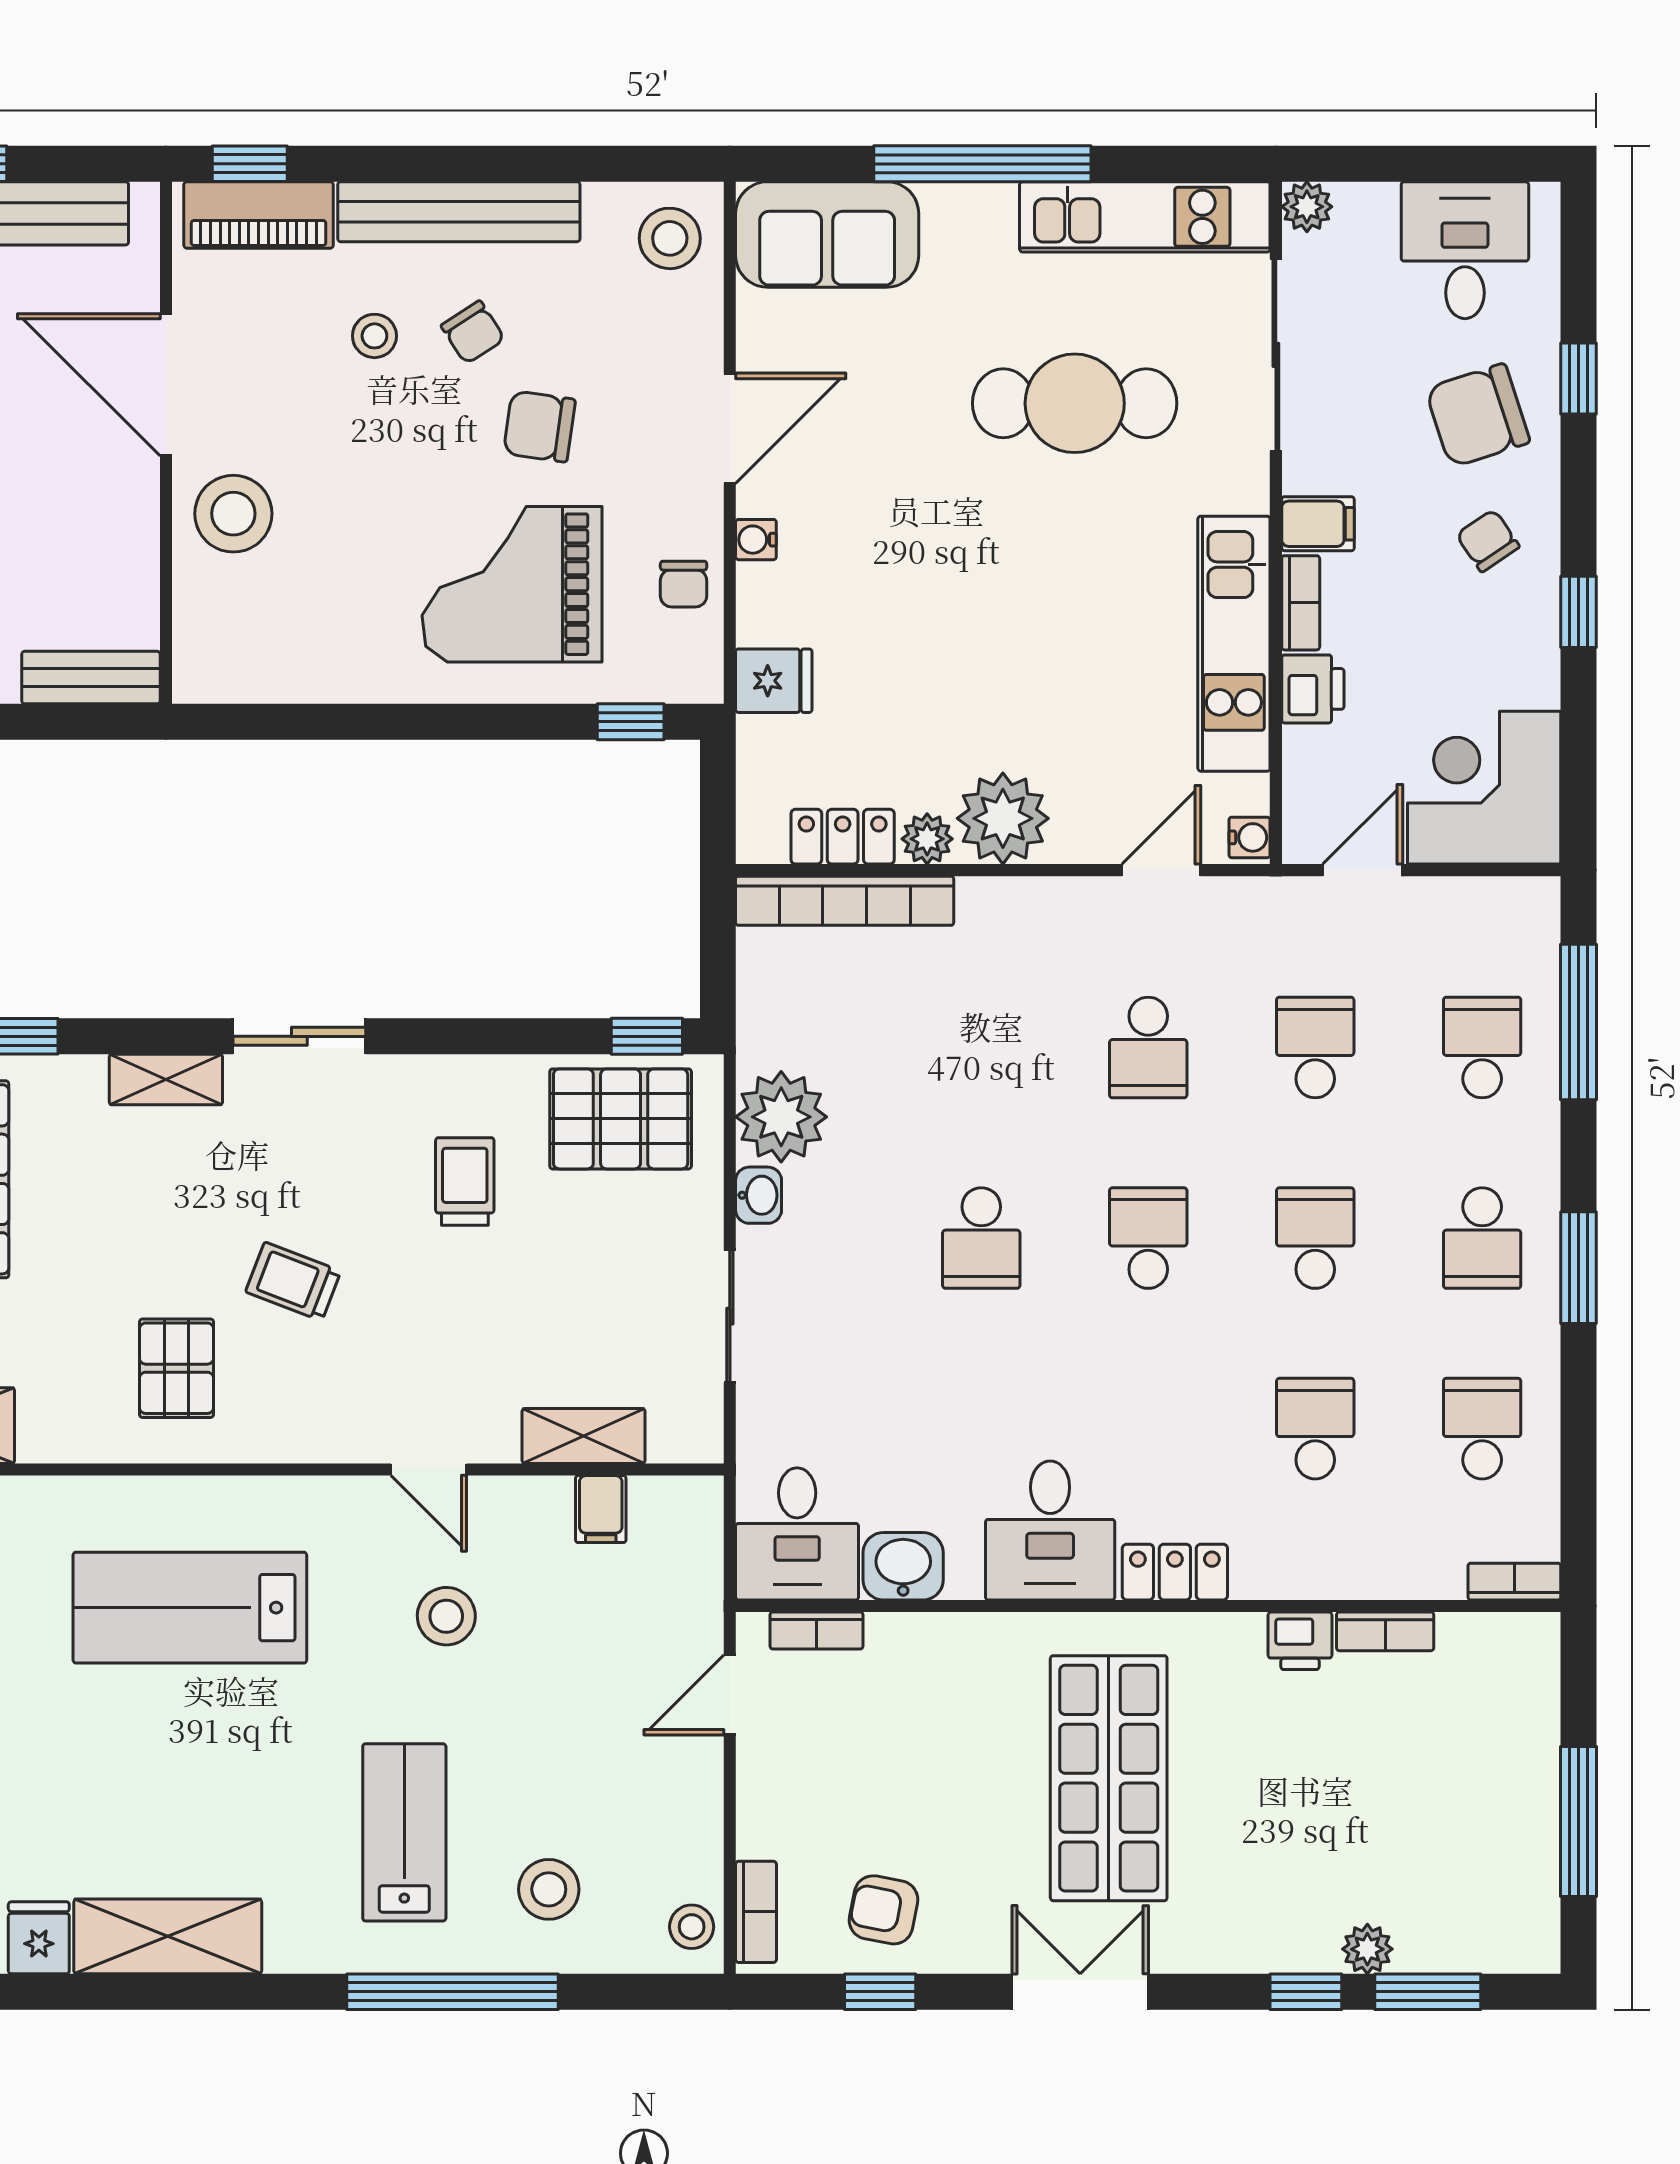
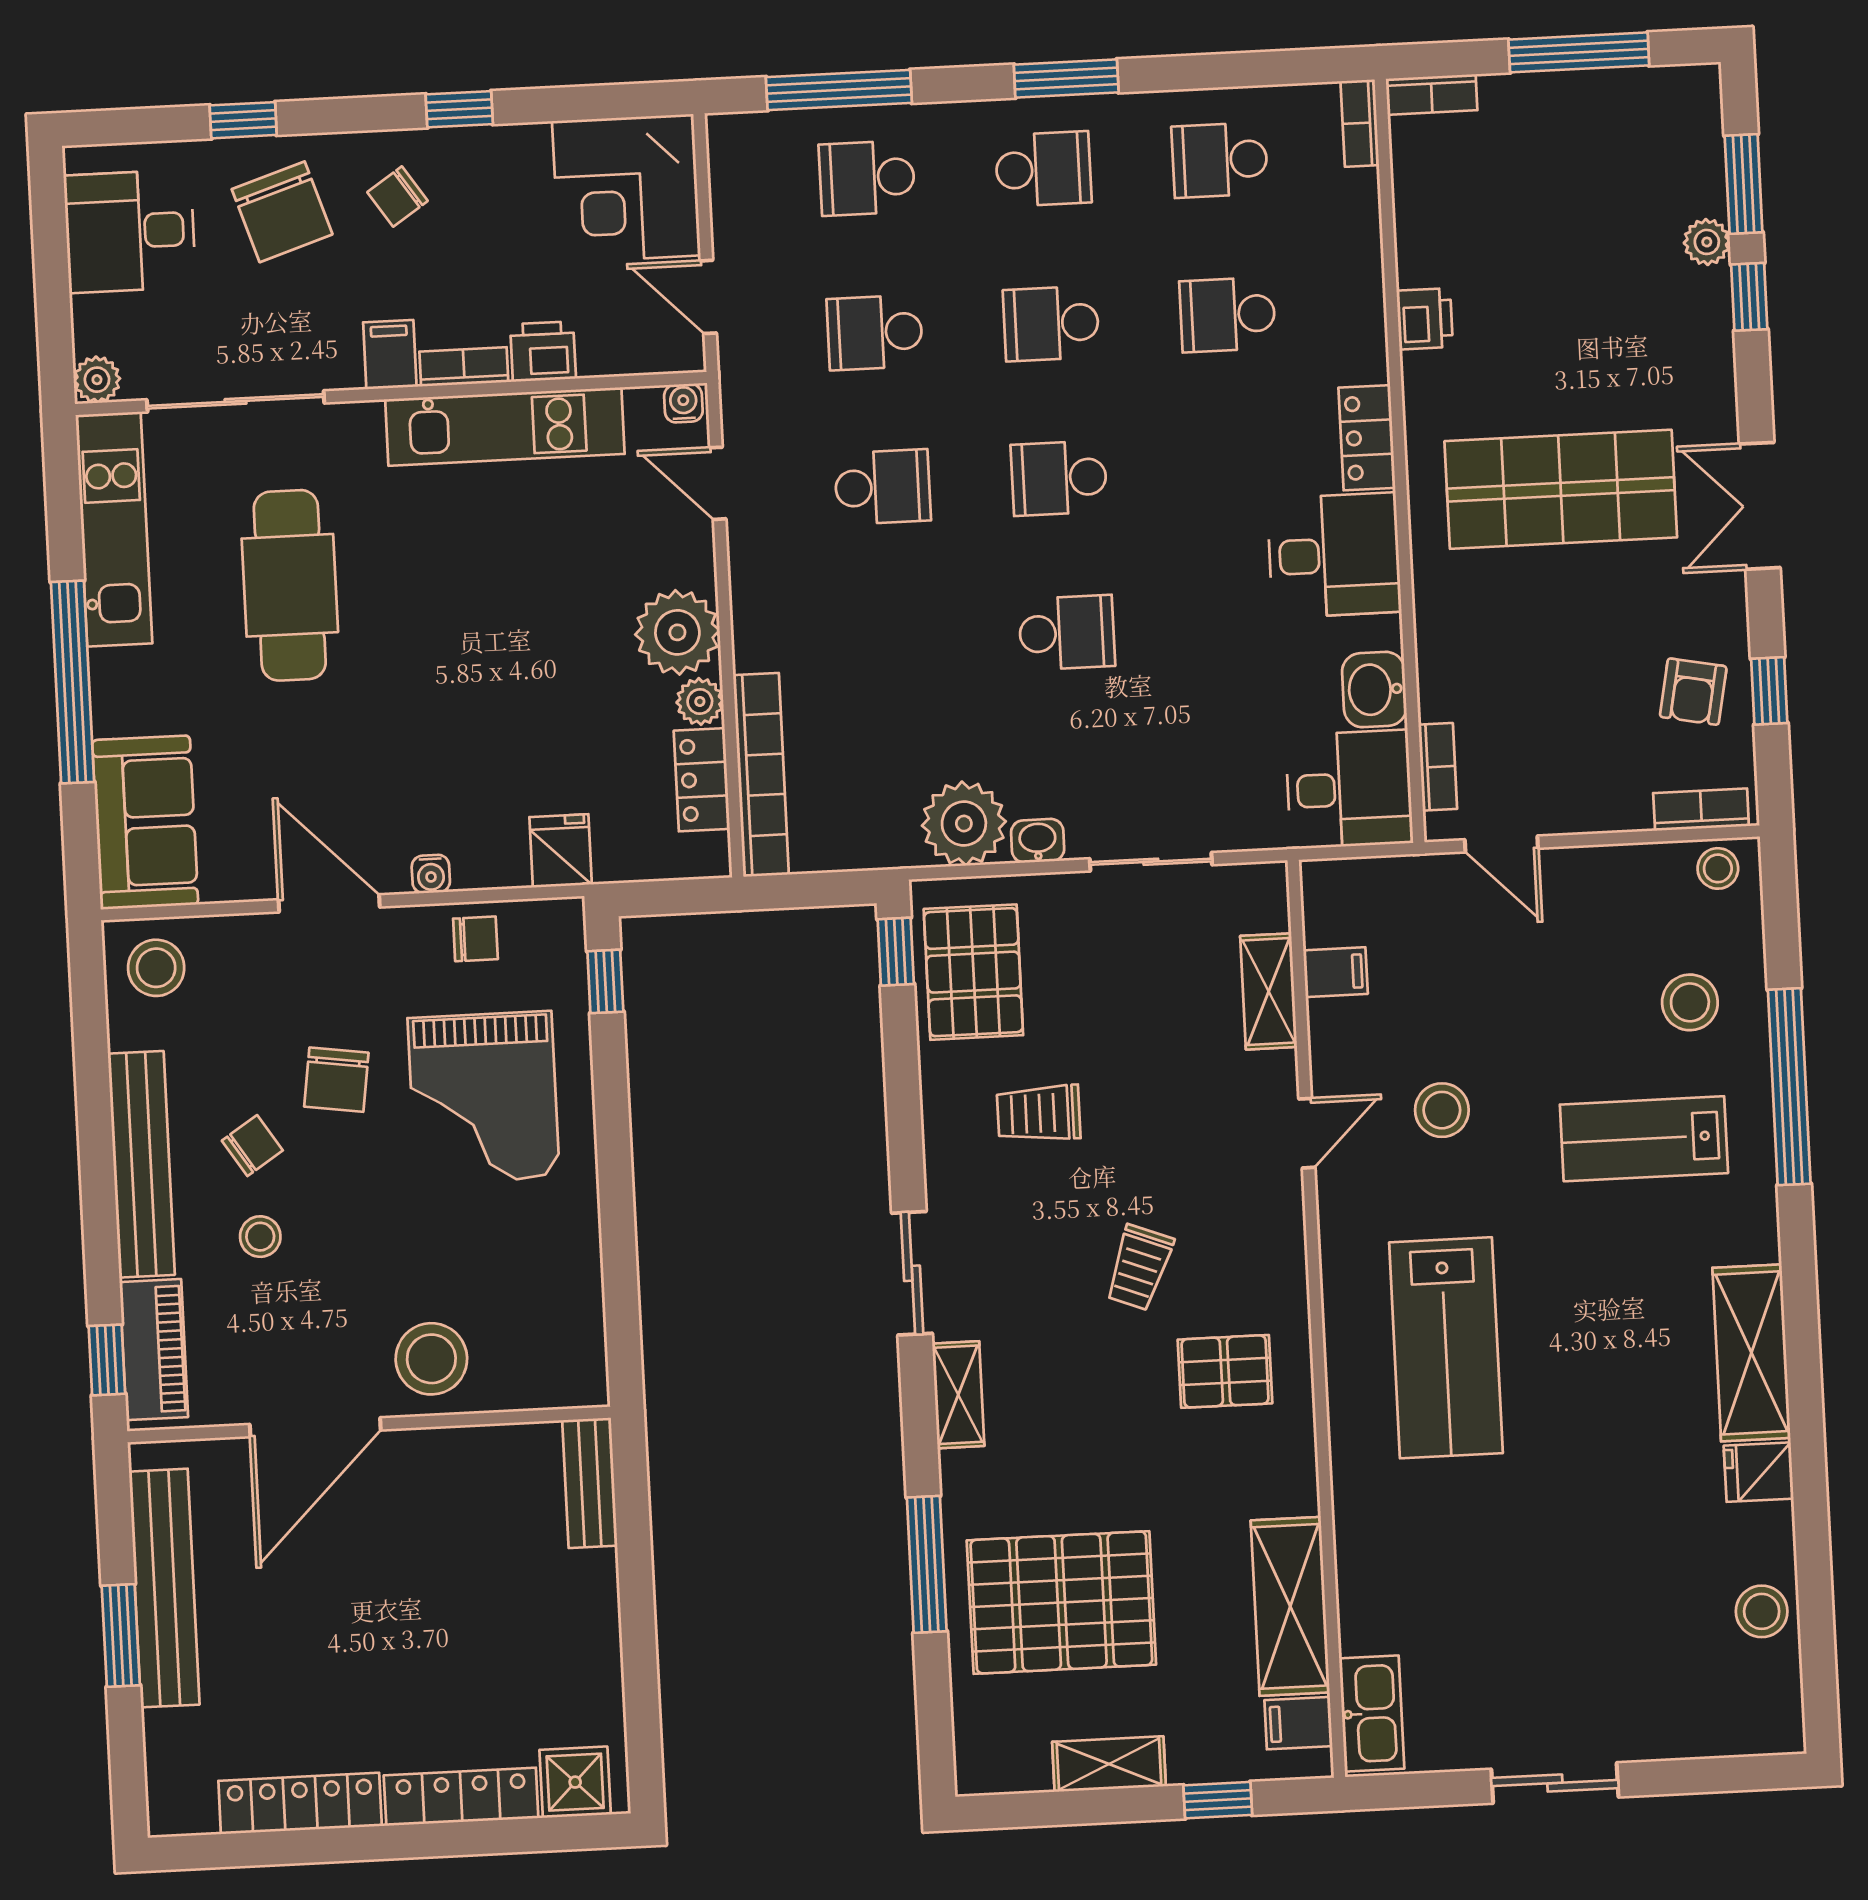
bookcase: (1385, 1631) -> (1432, 94), moved, turned 90

